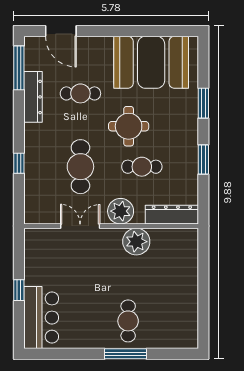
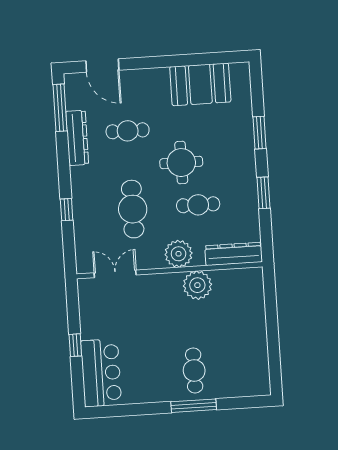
booth: (151, 62) -> (200, 84), width x0.73, depth x0.70
double door: (80, 226) -> (115, 274), moved

